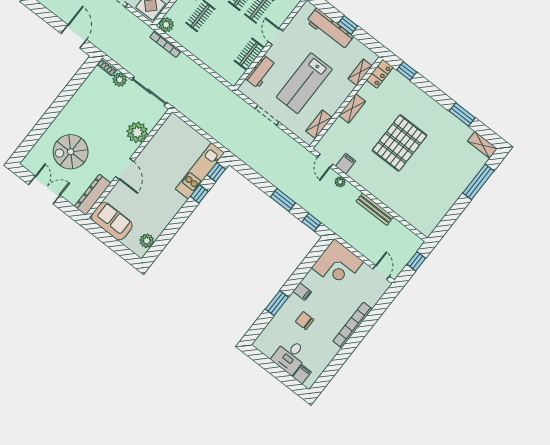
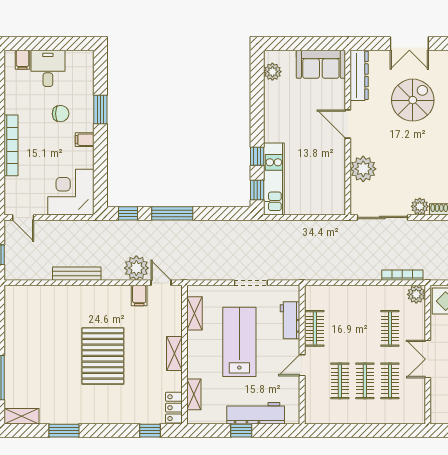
door: (276, 36) -> (302, 365), swing flipped
plant: (340, 182) -> (136, 268), width x1.87, depth x1.87
window: (283, 200) -> (172, 213), width x1.44

